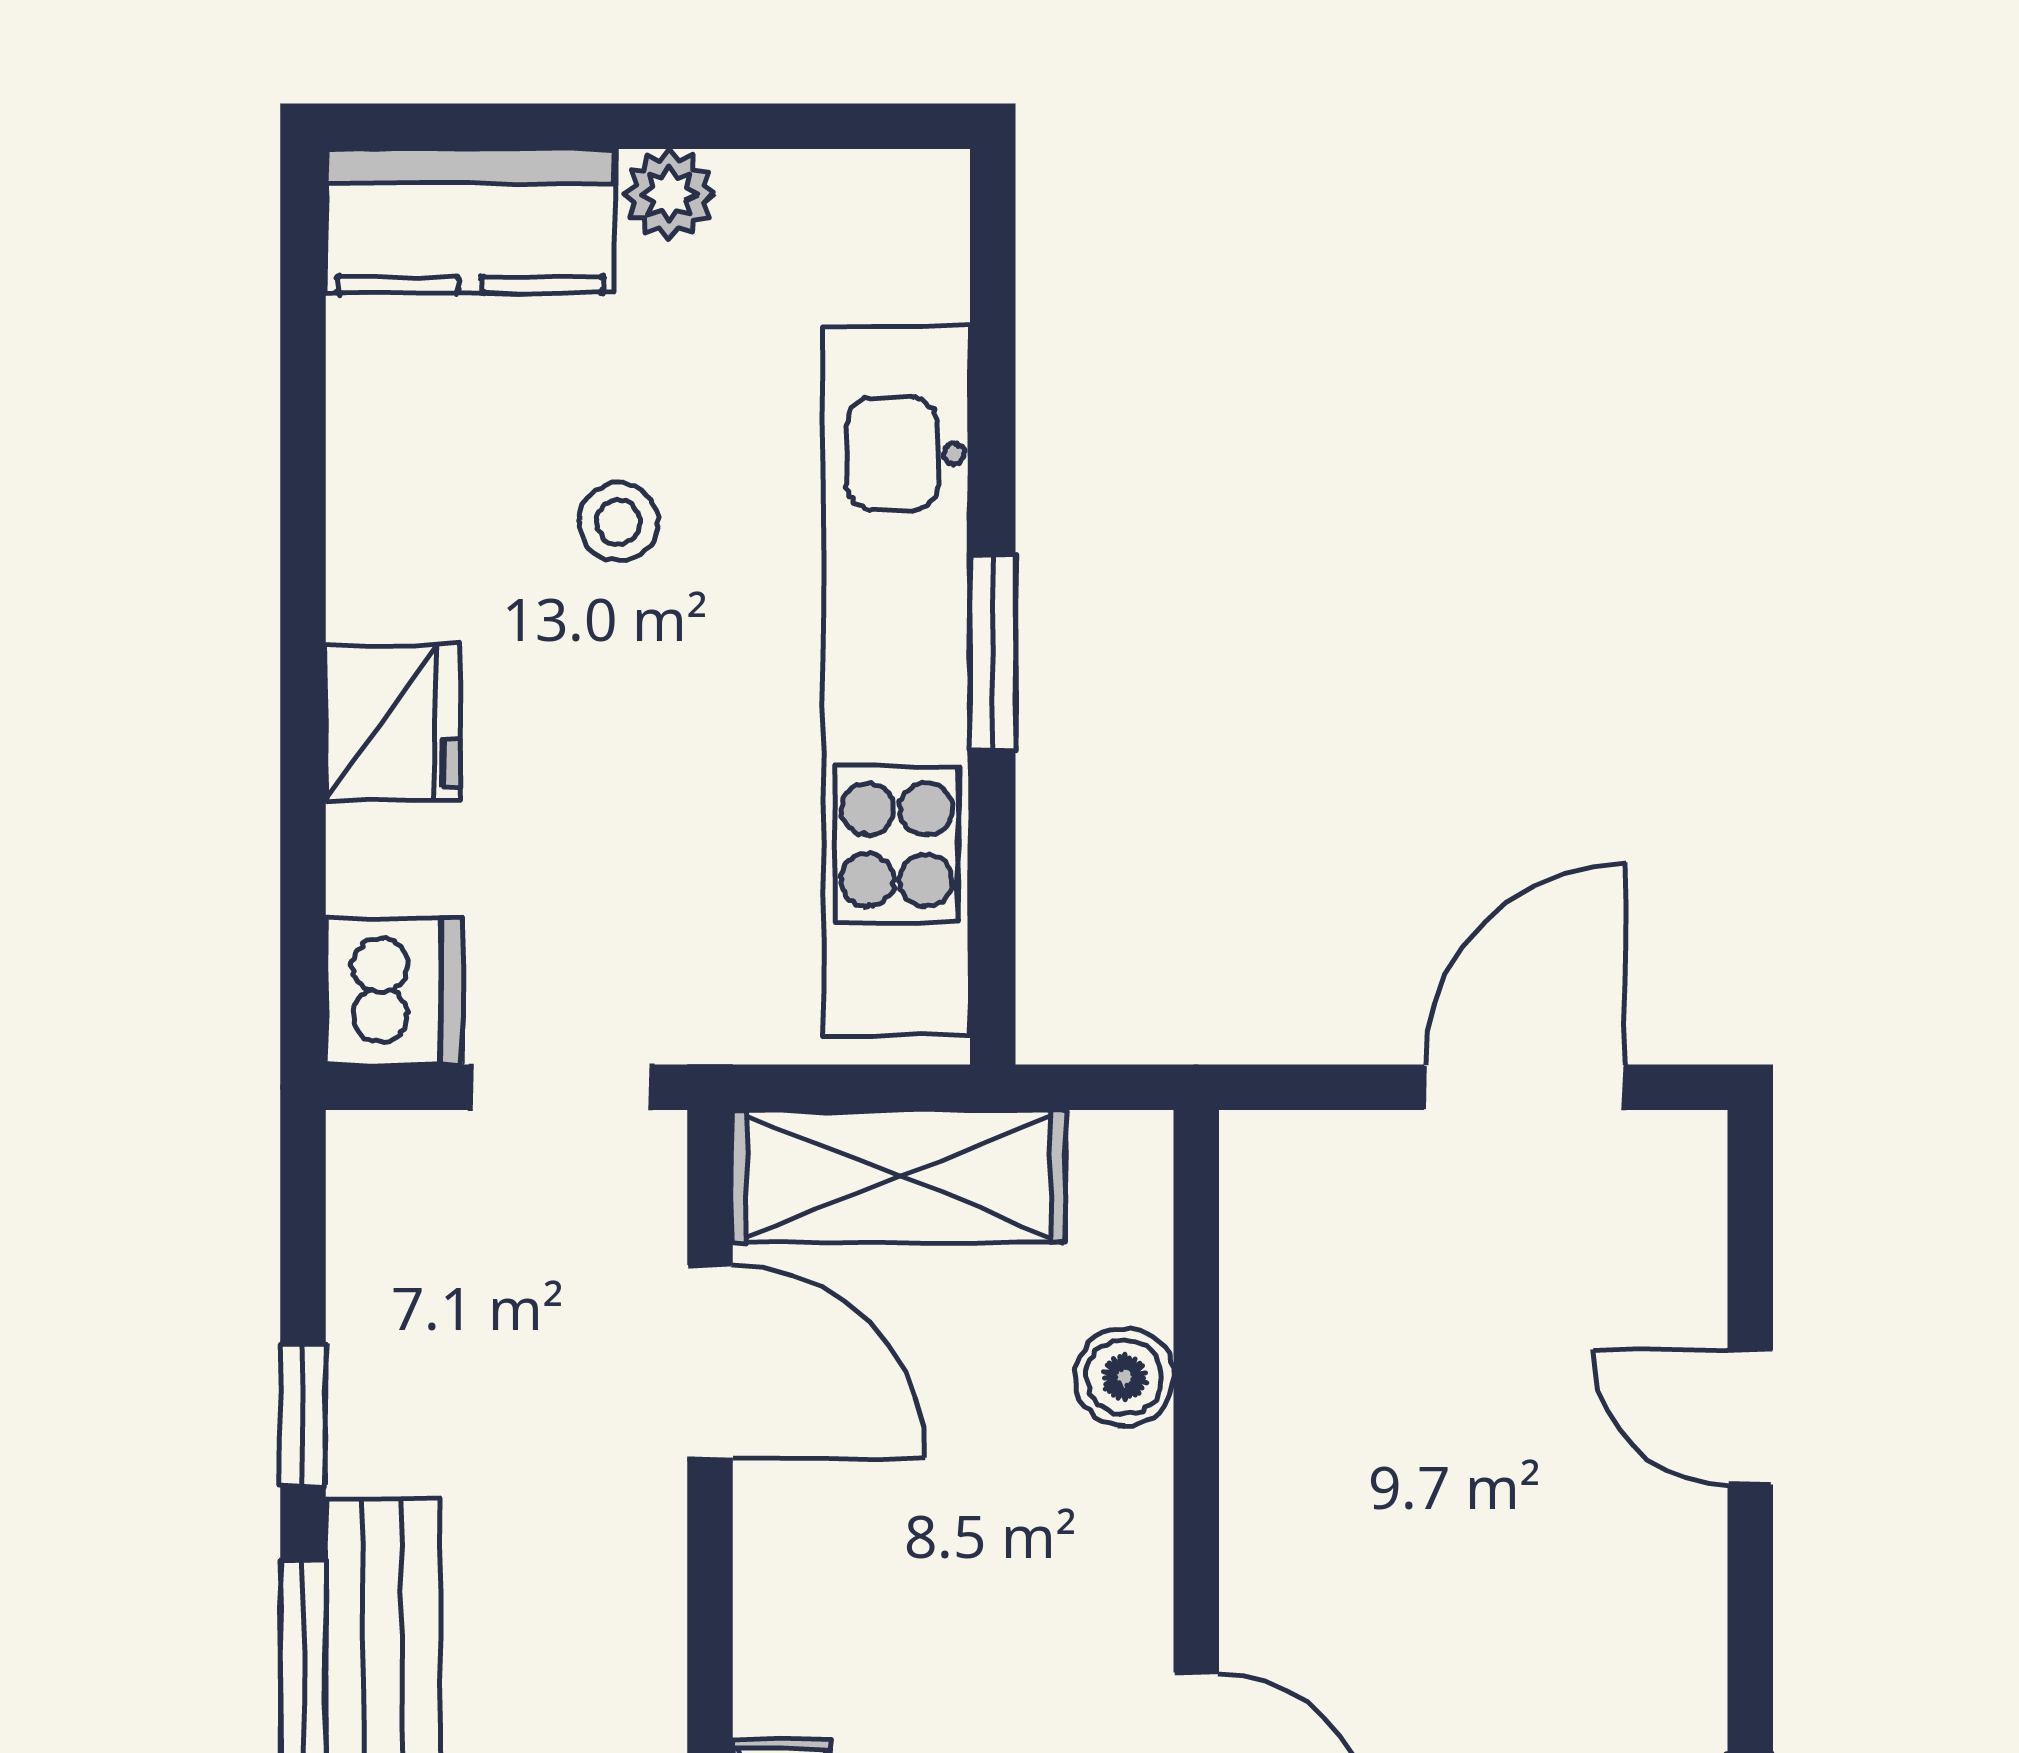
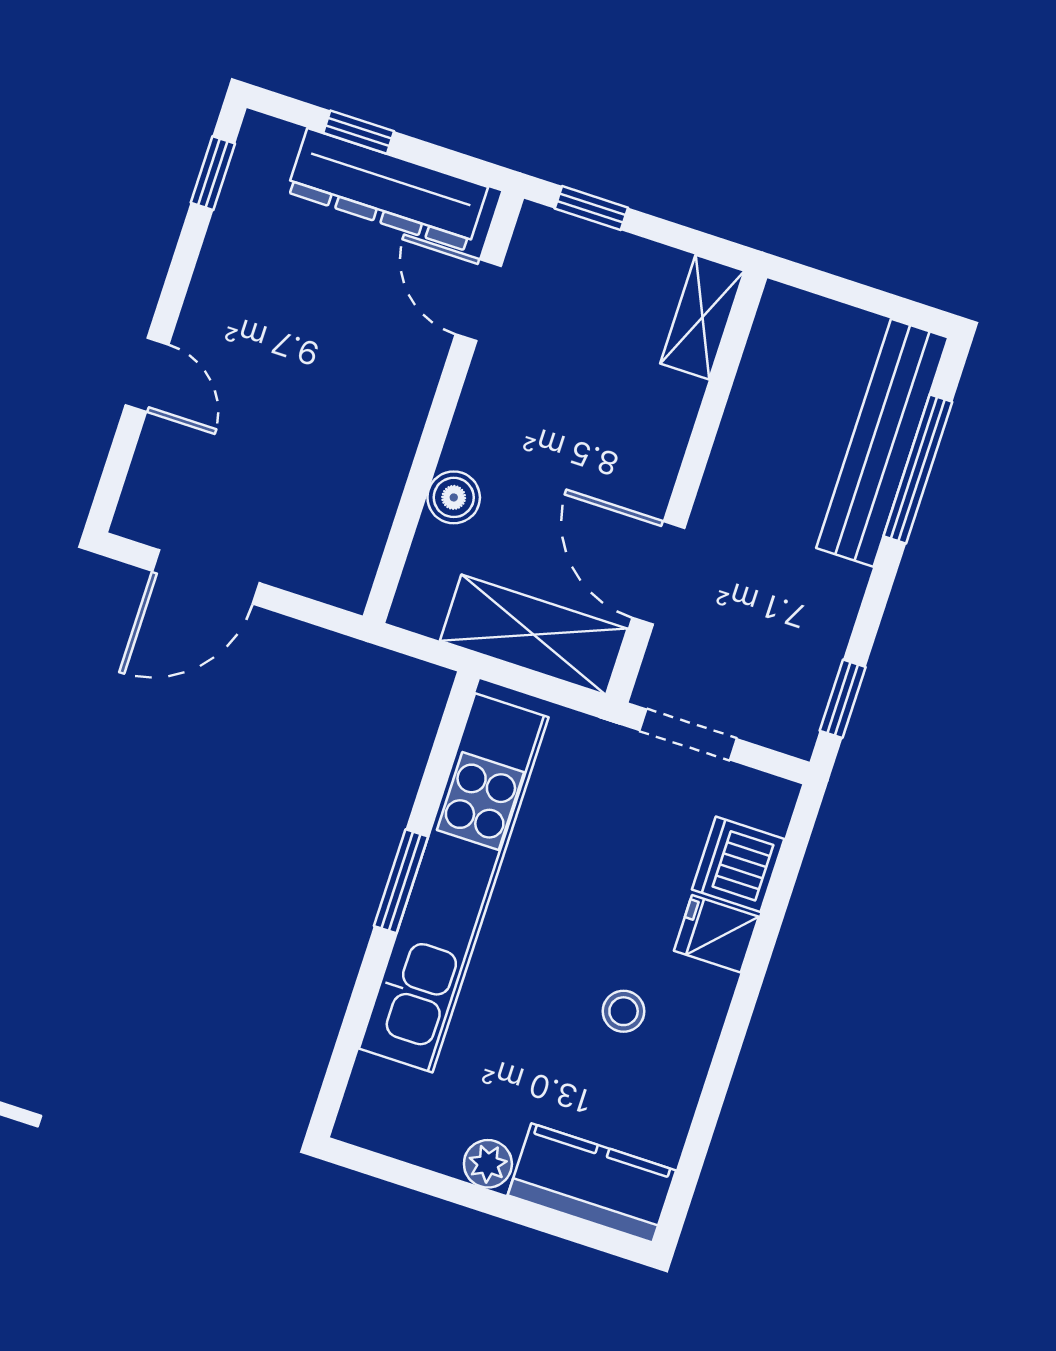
stool: (618, 522) -> (624, 1011), moved
fridge: (392, 723) -> (716, 934), width x0.72
dishwasher: (394, 991) -> (738, 864), moved
window: (303, 1415) -> (843, 699), moved

